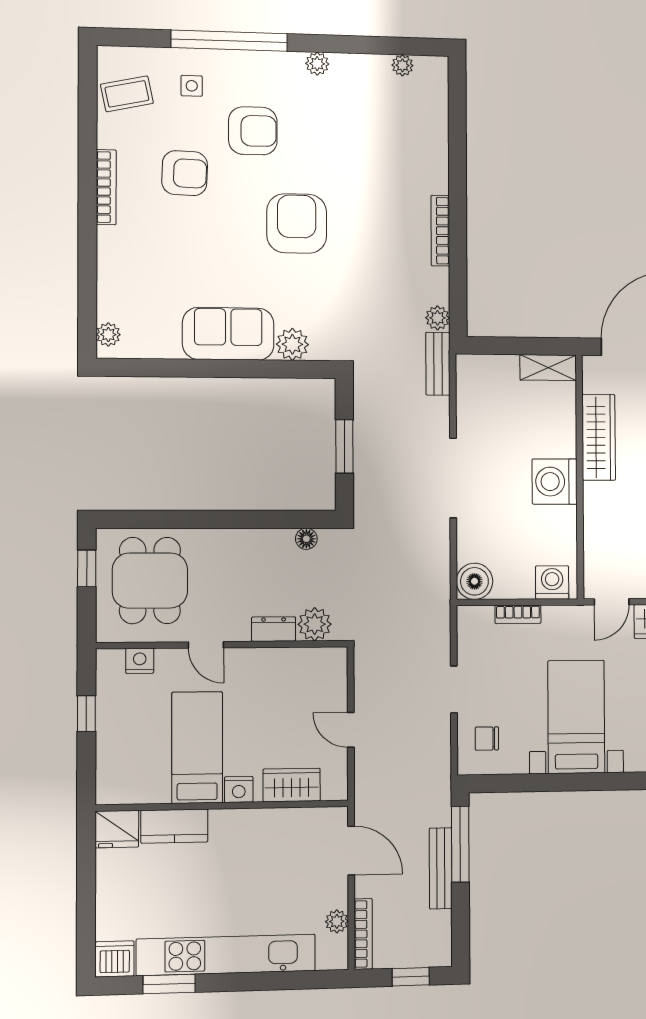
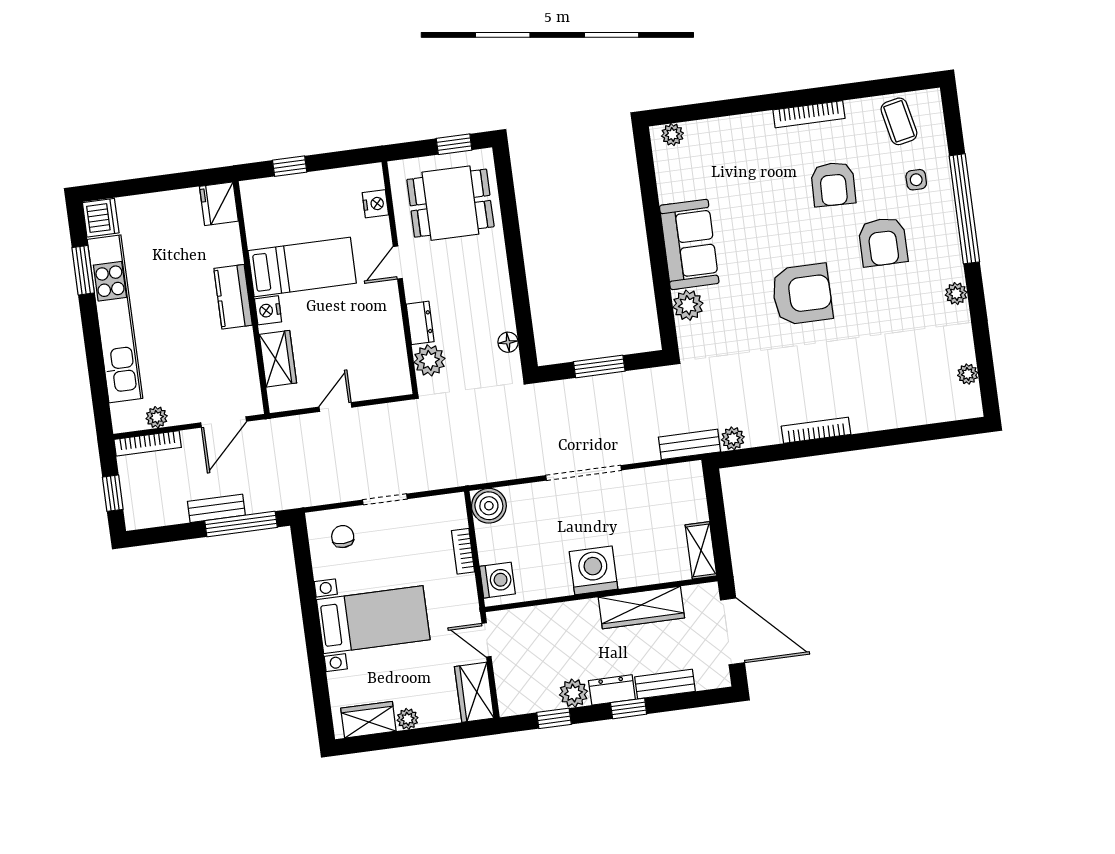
window: (86, 714) -> (290, 166), moved
kitchen counter: (174, 826) -> (233, 297), moved
bench: (441, 868) -> (216, 508), width x0.73

